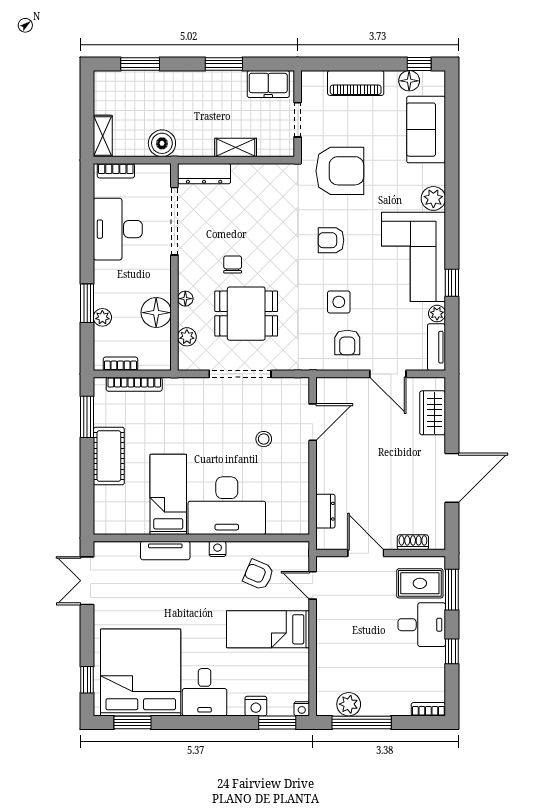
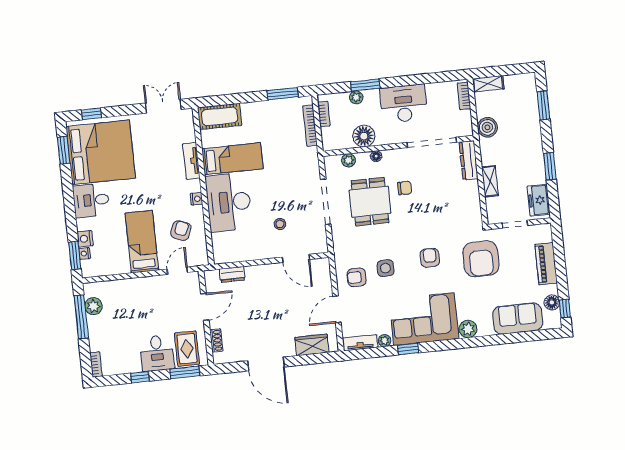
desk: (118, 229) -> (404, 104), moved
cot: (109, 456) -> (220, 116), moved
nightstand: (302, 709) -> (85, 254), moved

